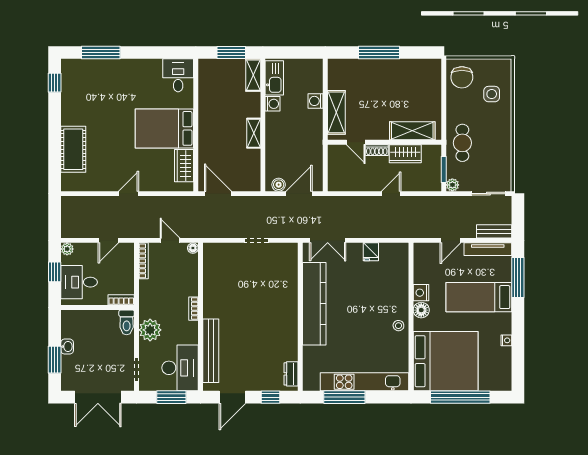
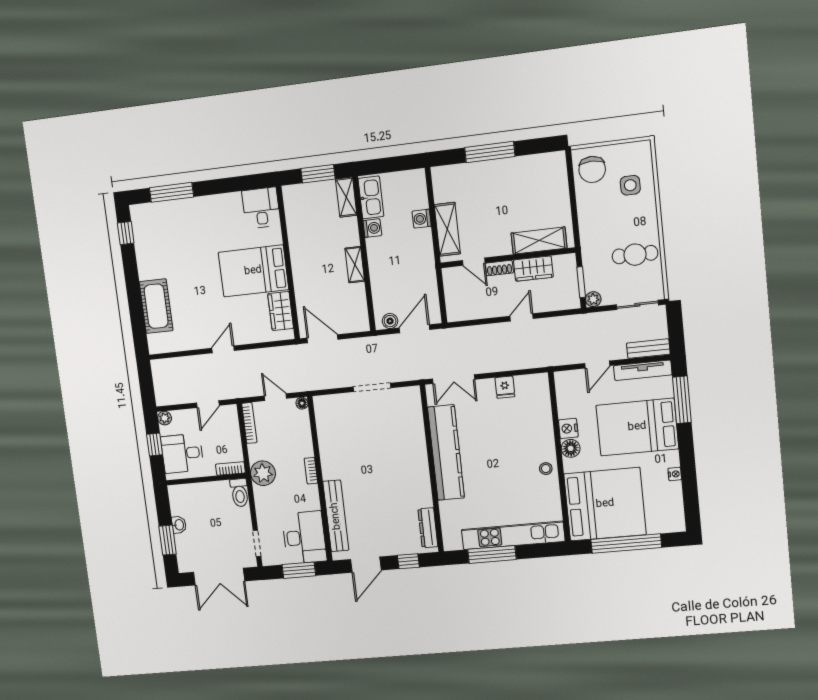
cafe table: (462, 143) -> (635, 255), moved, turned 90
doorway: (256, 240) -> (372, 387), width x1.38
bed: (479, 297) -> (637, 427), width x1.50
plant: (150, 330) -> (263, 473), moved
dresser: (291, 374) -> (428, 528), width x1.44

